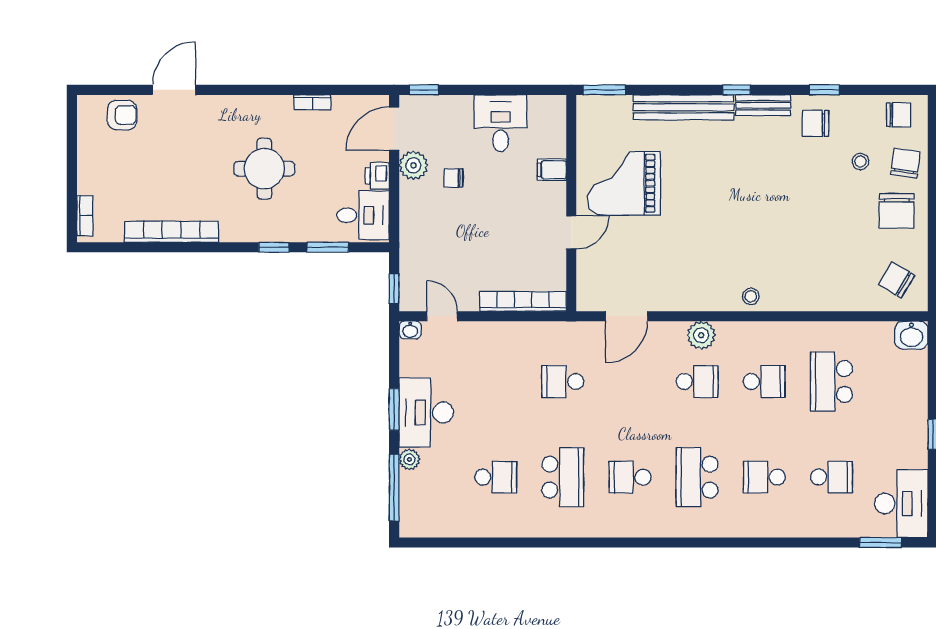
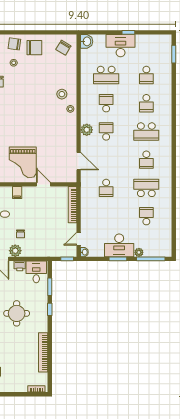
stool: (786, 276) -> (62, 94), added
school desk: (831, 477) -> (146, 75), turned 180
desk: (901, 504) -> (121, 46), moved

